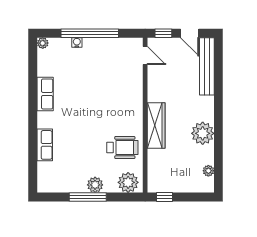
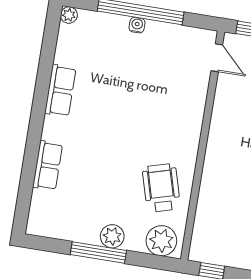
water cooler: (77, 42) -> (137, 25), moved
wardrobe: (156, 125) -> (216, 163), removed
wheelchair: (122, 148) -> (161, 188), turned -106

